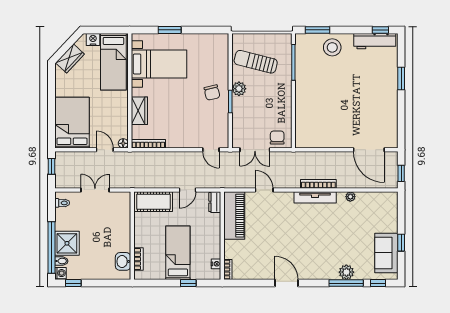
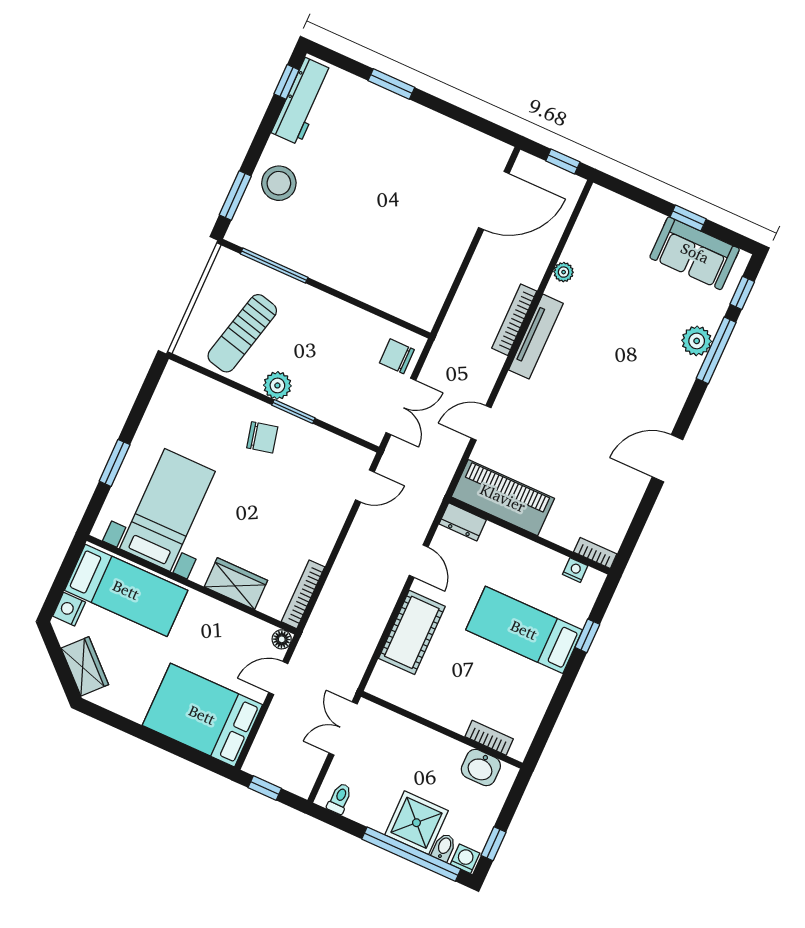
wall: (132, 236) -> (442, 730), moved
bookcase: (138, 259) -> (489, 738), moved
washbasin: (123, 261) -> (481, 768), moved

